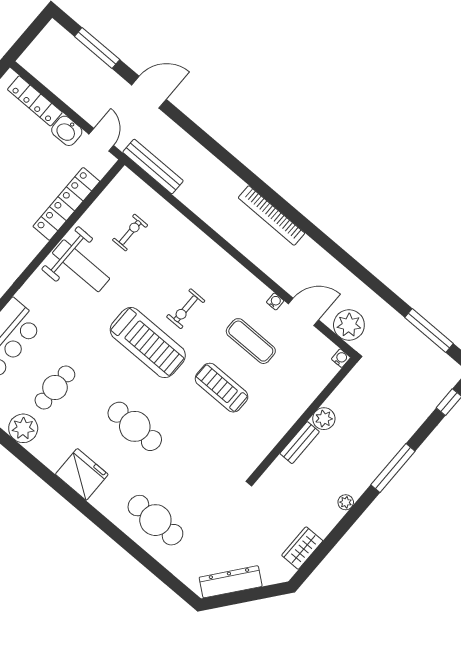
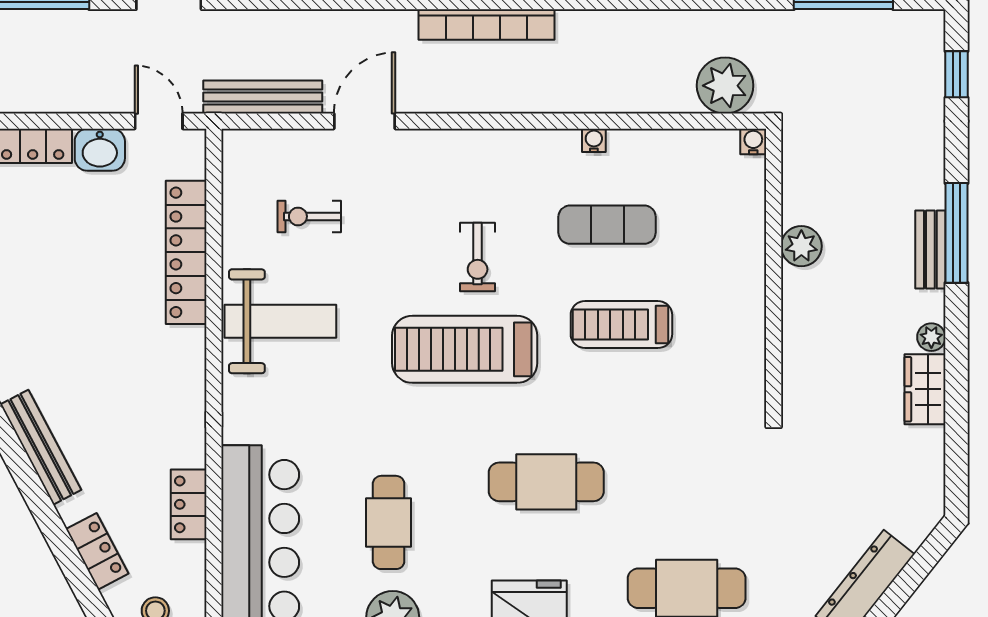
exercise bike: (130, 233) -> (309, 216), turned -90
door: (304, 312) -> (364, 121), moved
treadmill: (148, 343) -> (465, 349), turned 180
bench: (300, 443) -> (930, 250), moved
wardrobe: (302, 548) -> (925, 389), moved

